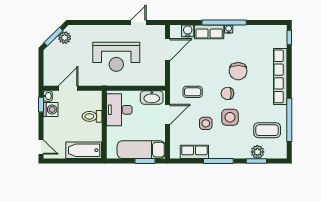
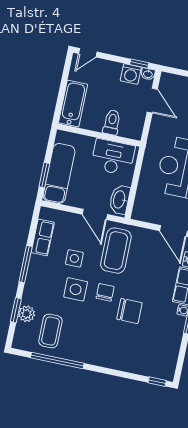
chair: (238, 71) -> (129, 311), turned 180
row of seats: (280, 76) -> (112, 361), removed
coffee table: (193, 92) -> (116, 251), width x1.86, depth x1.72

